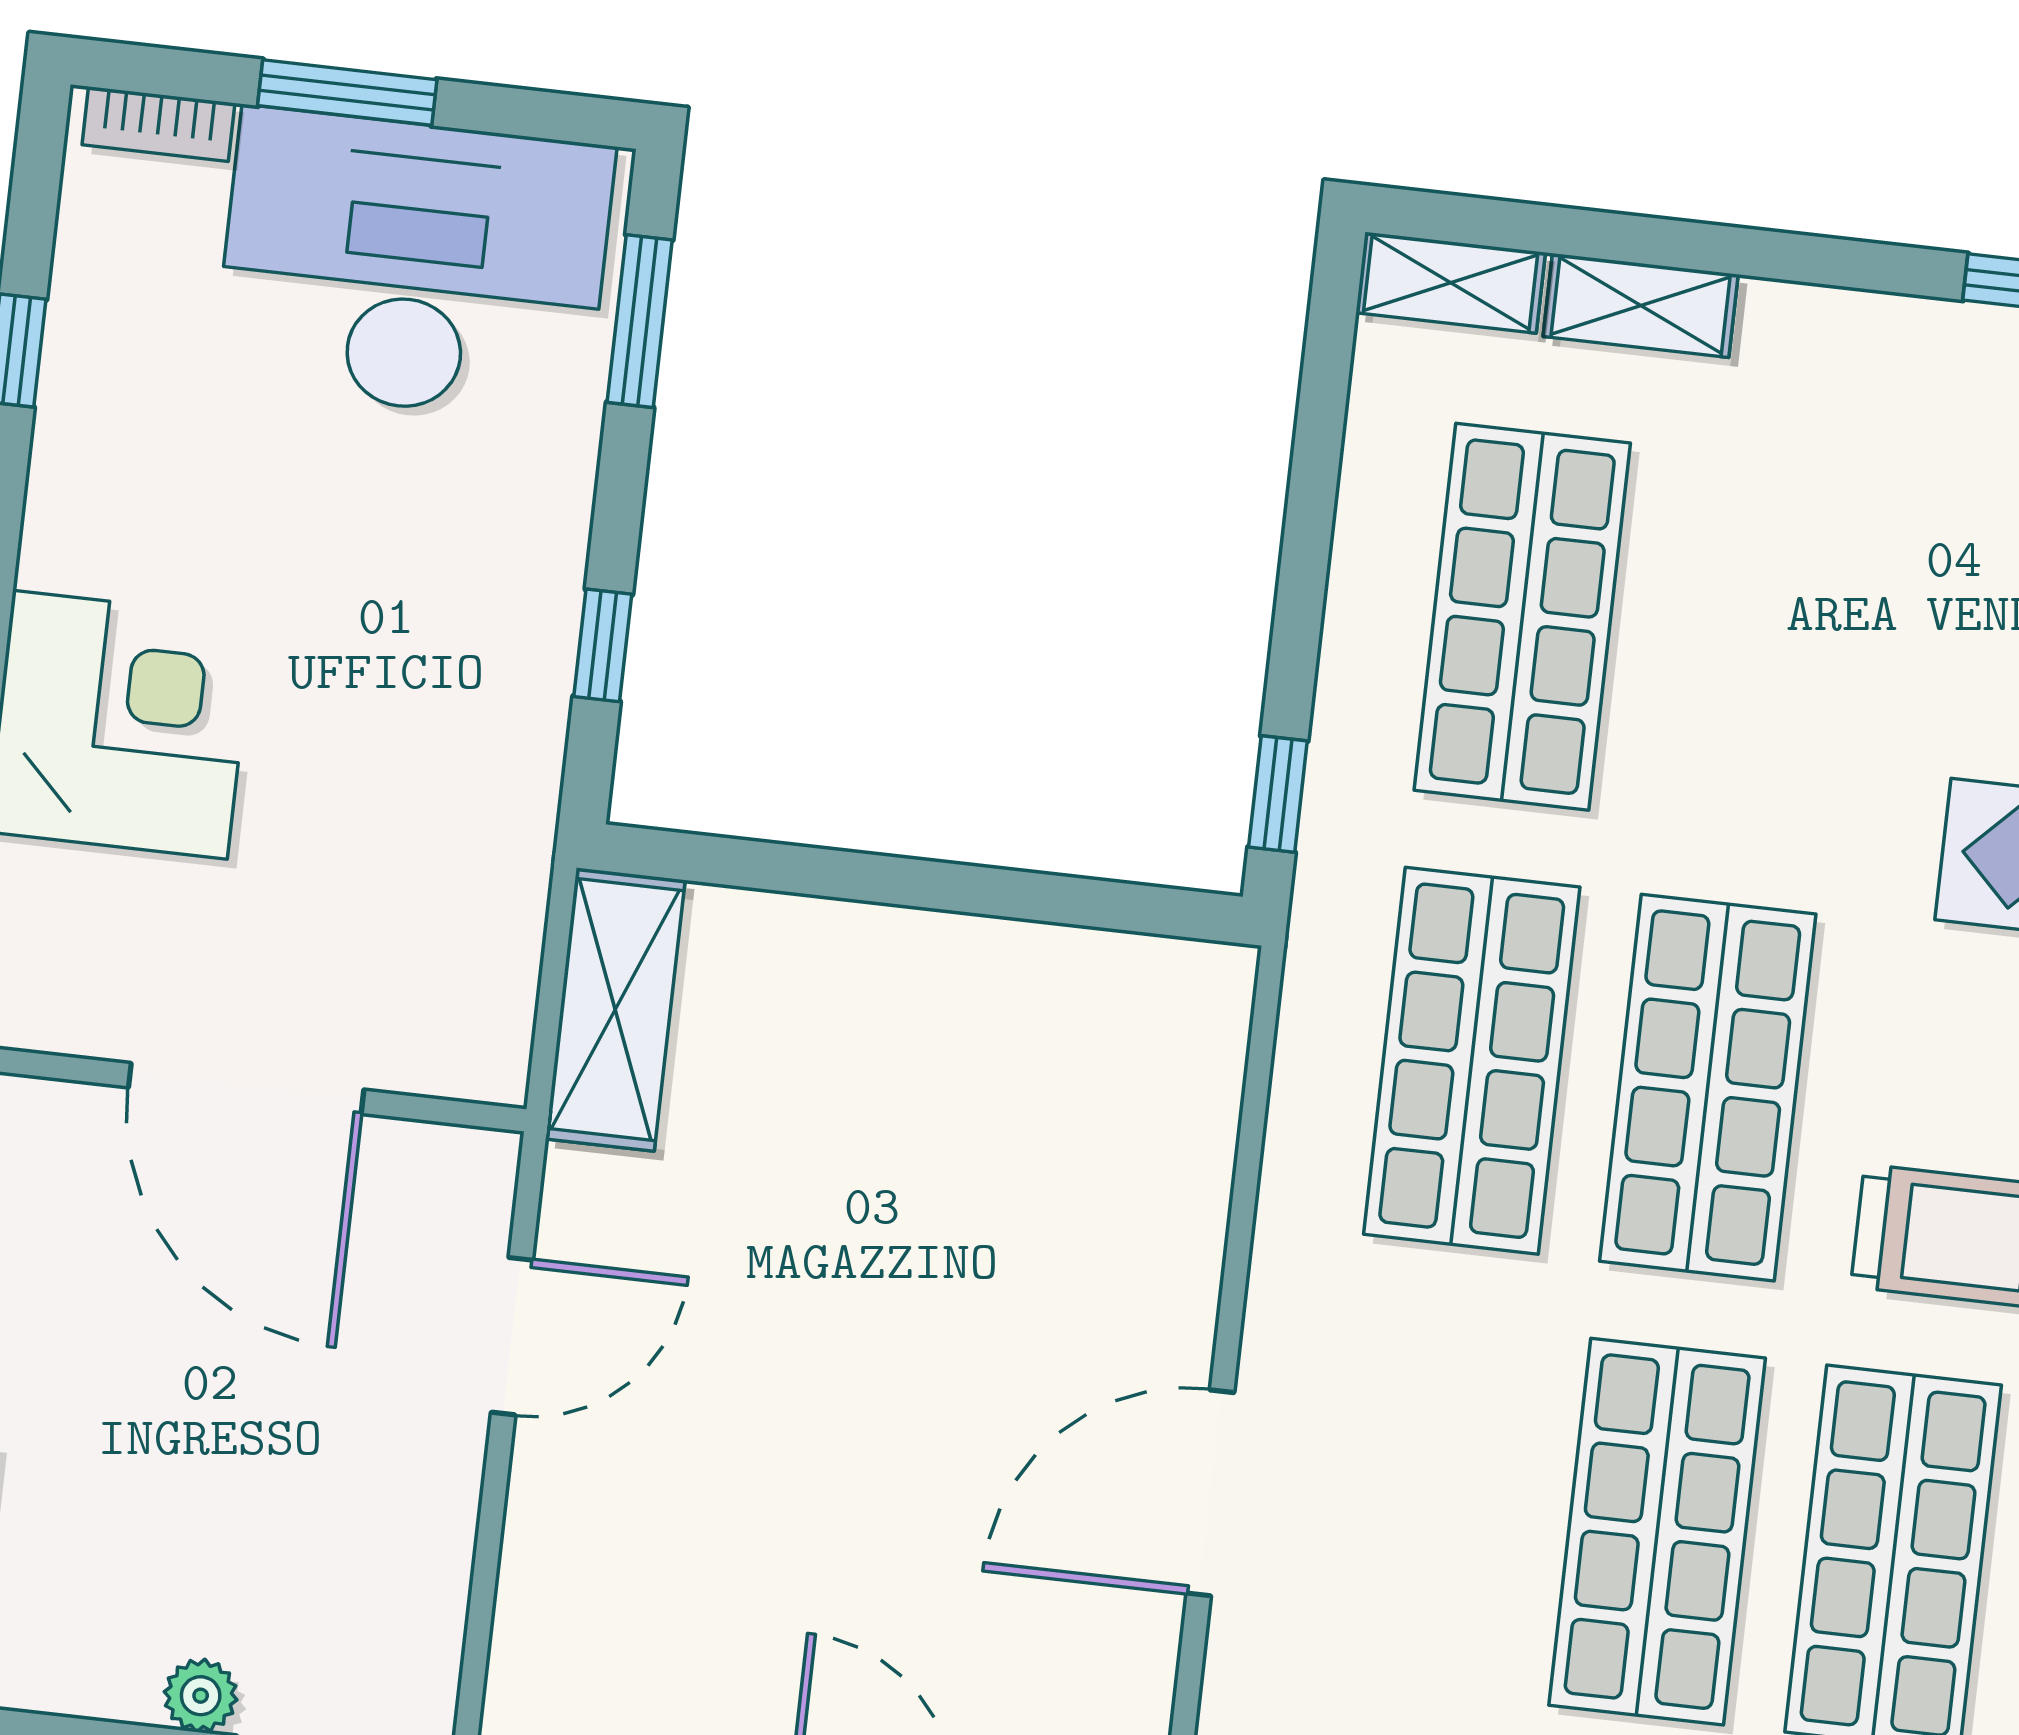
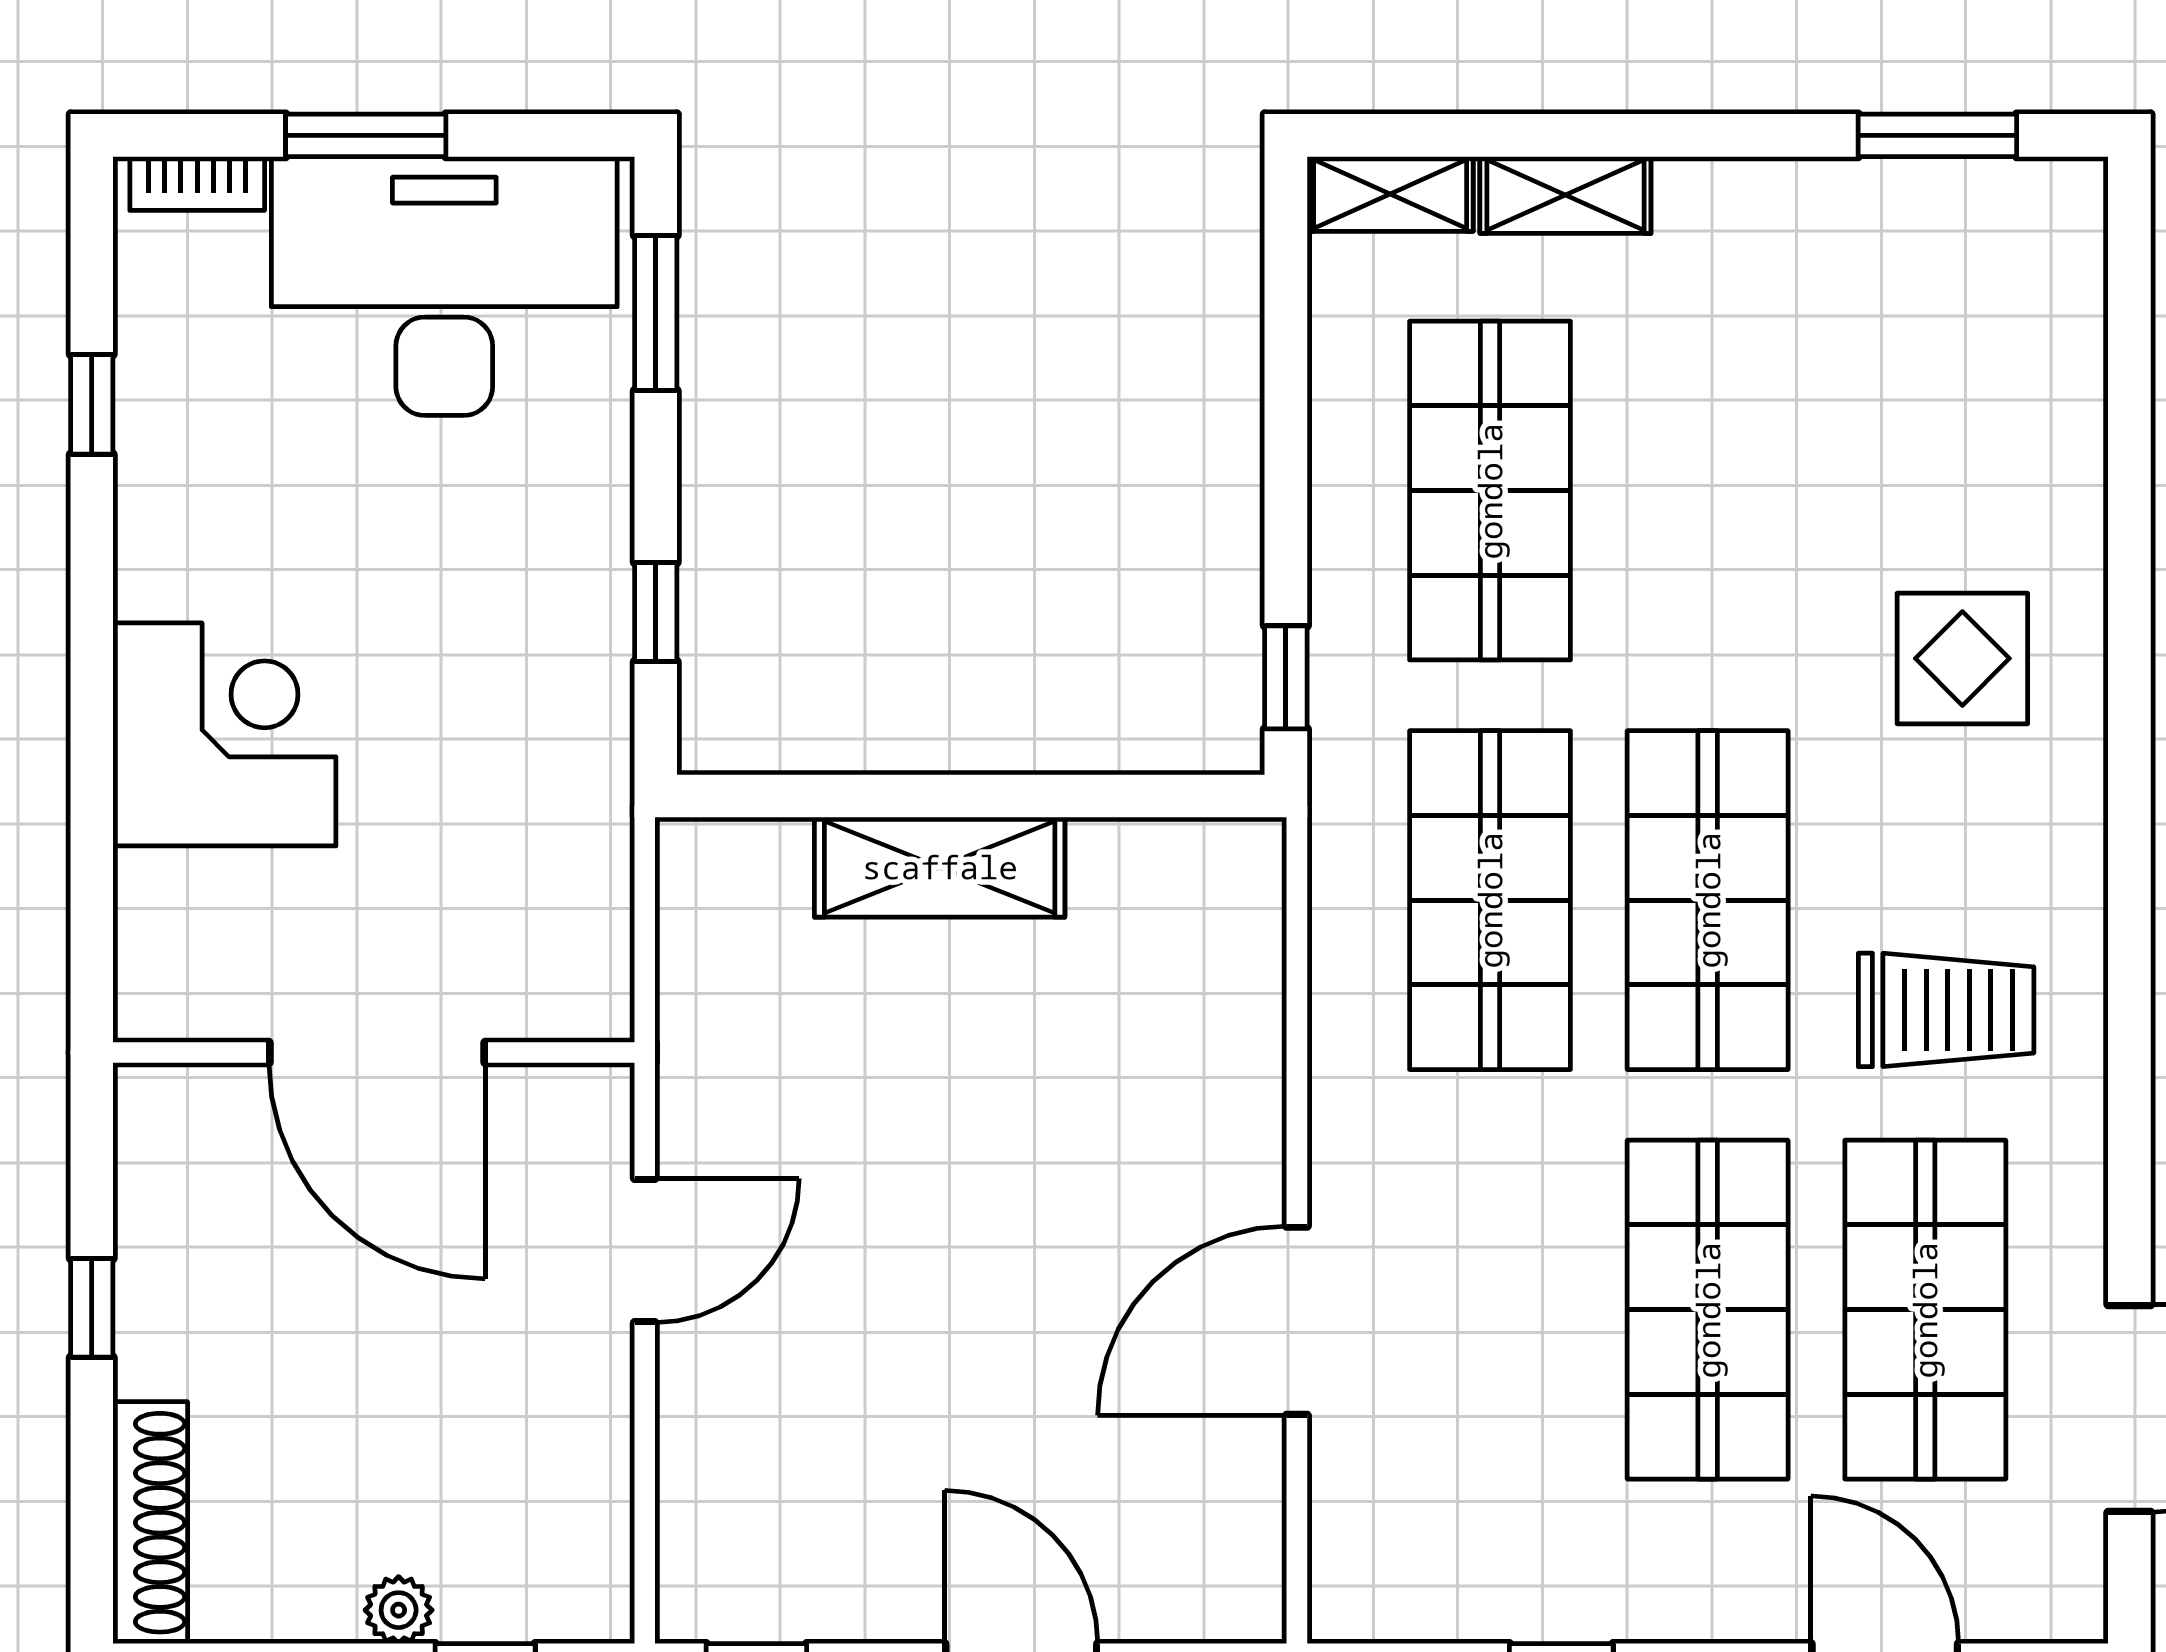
shelving: (615, 1010) -> (940, 867), moved, turned 90

